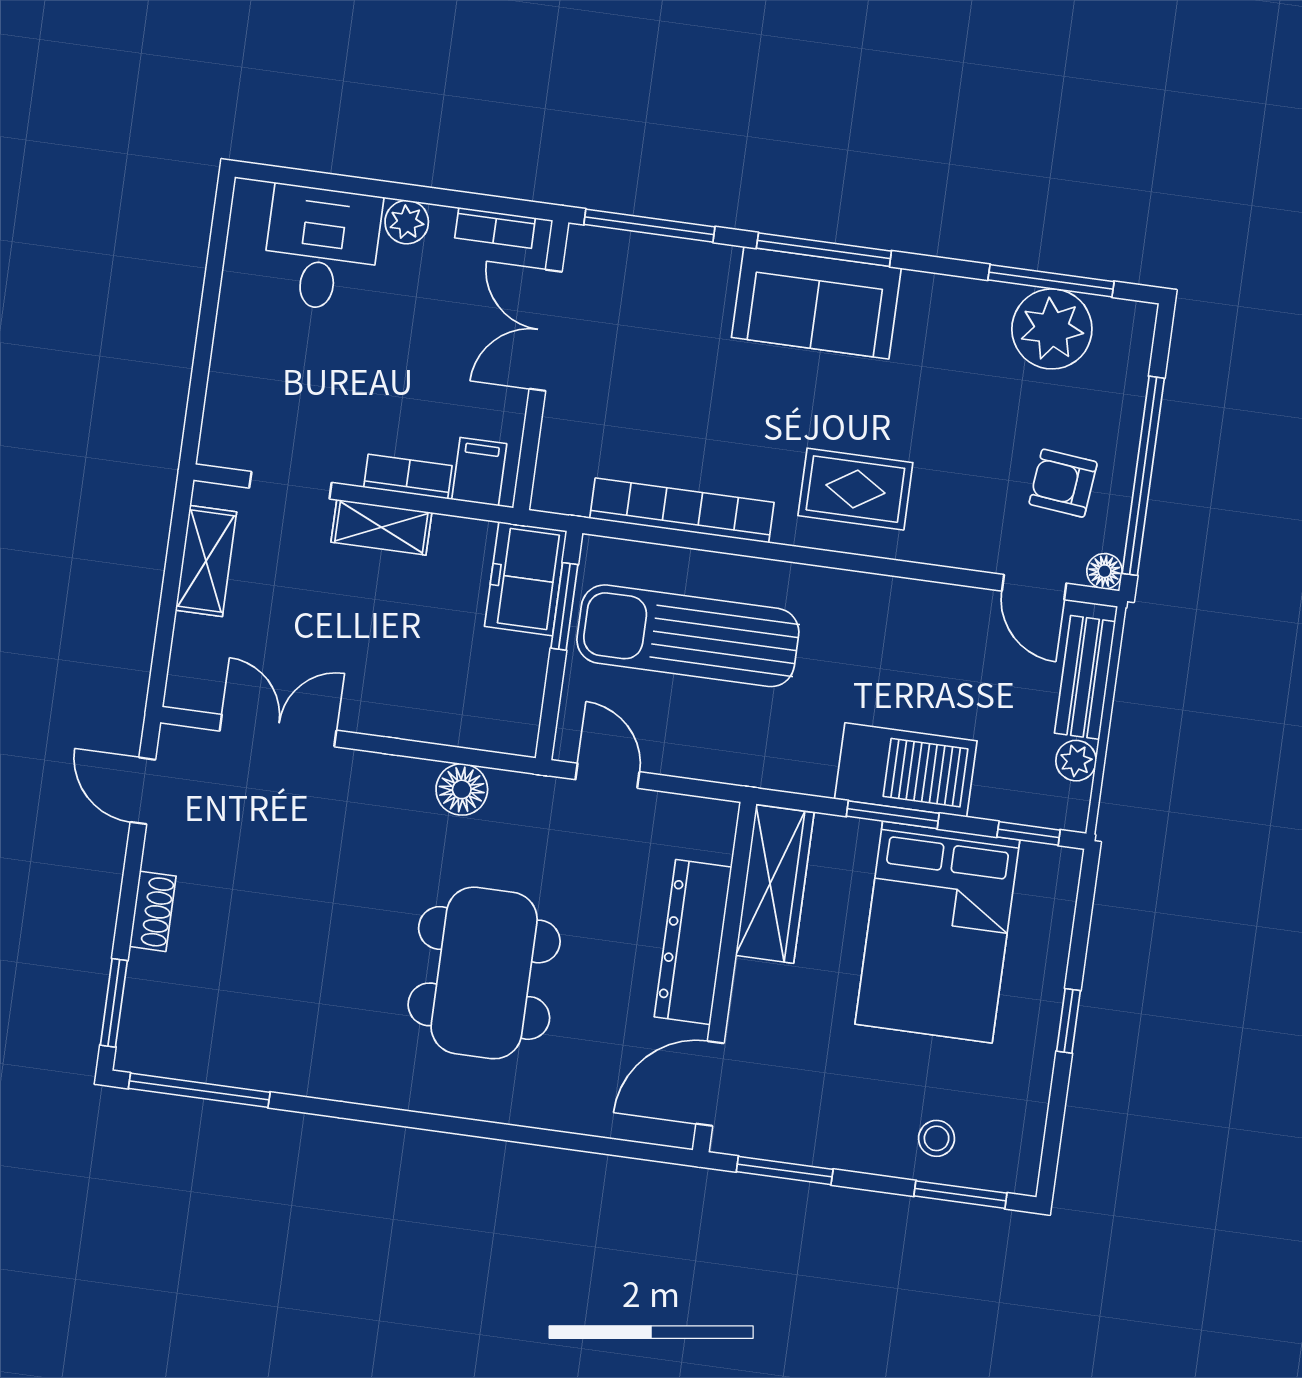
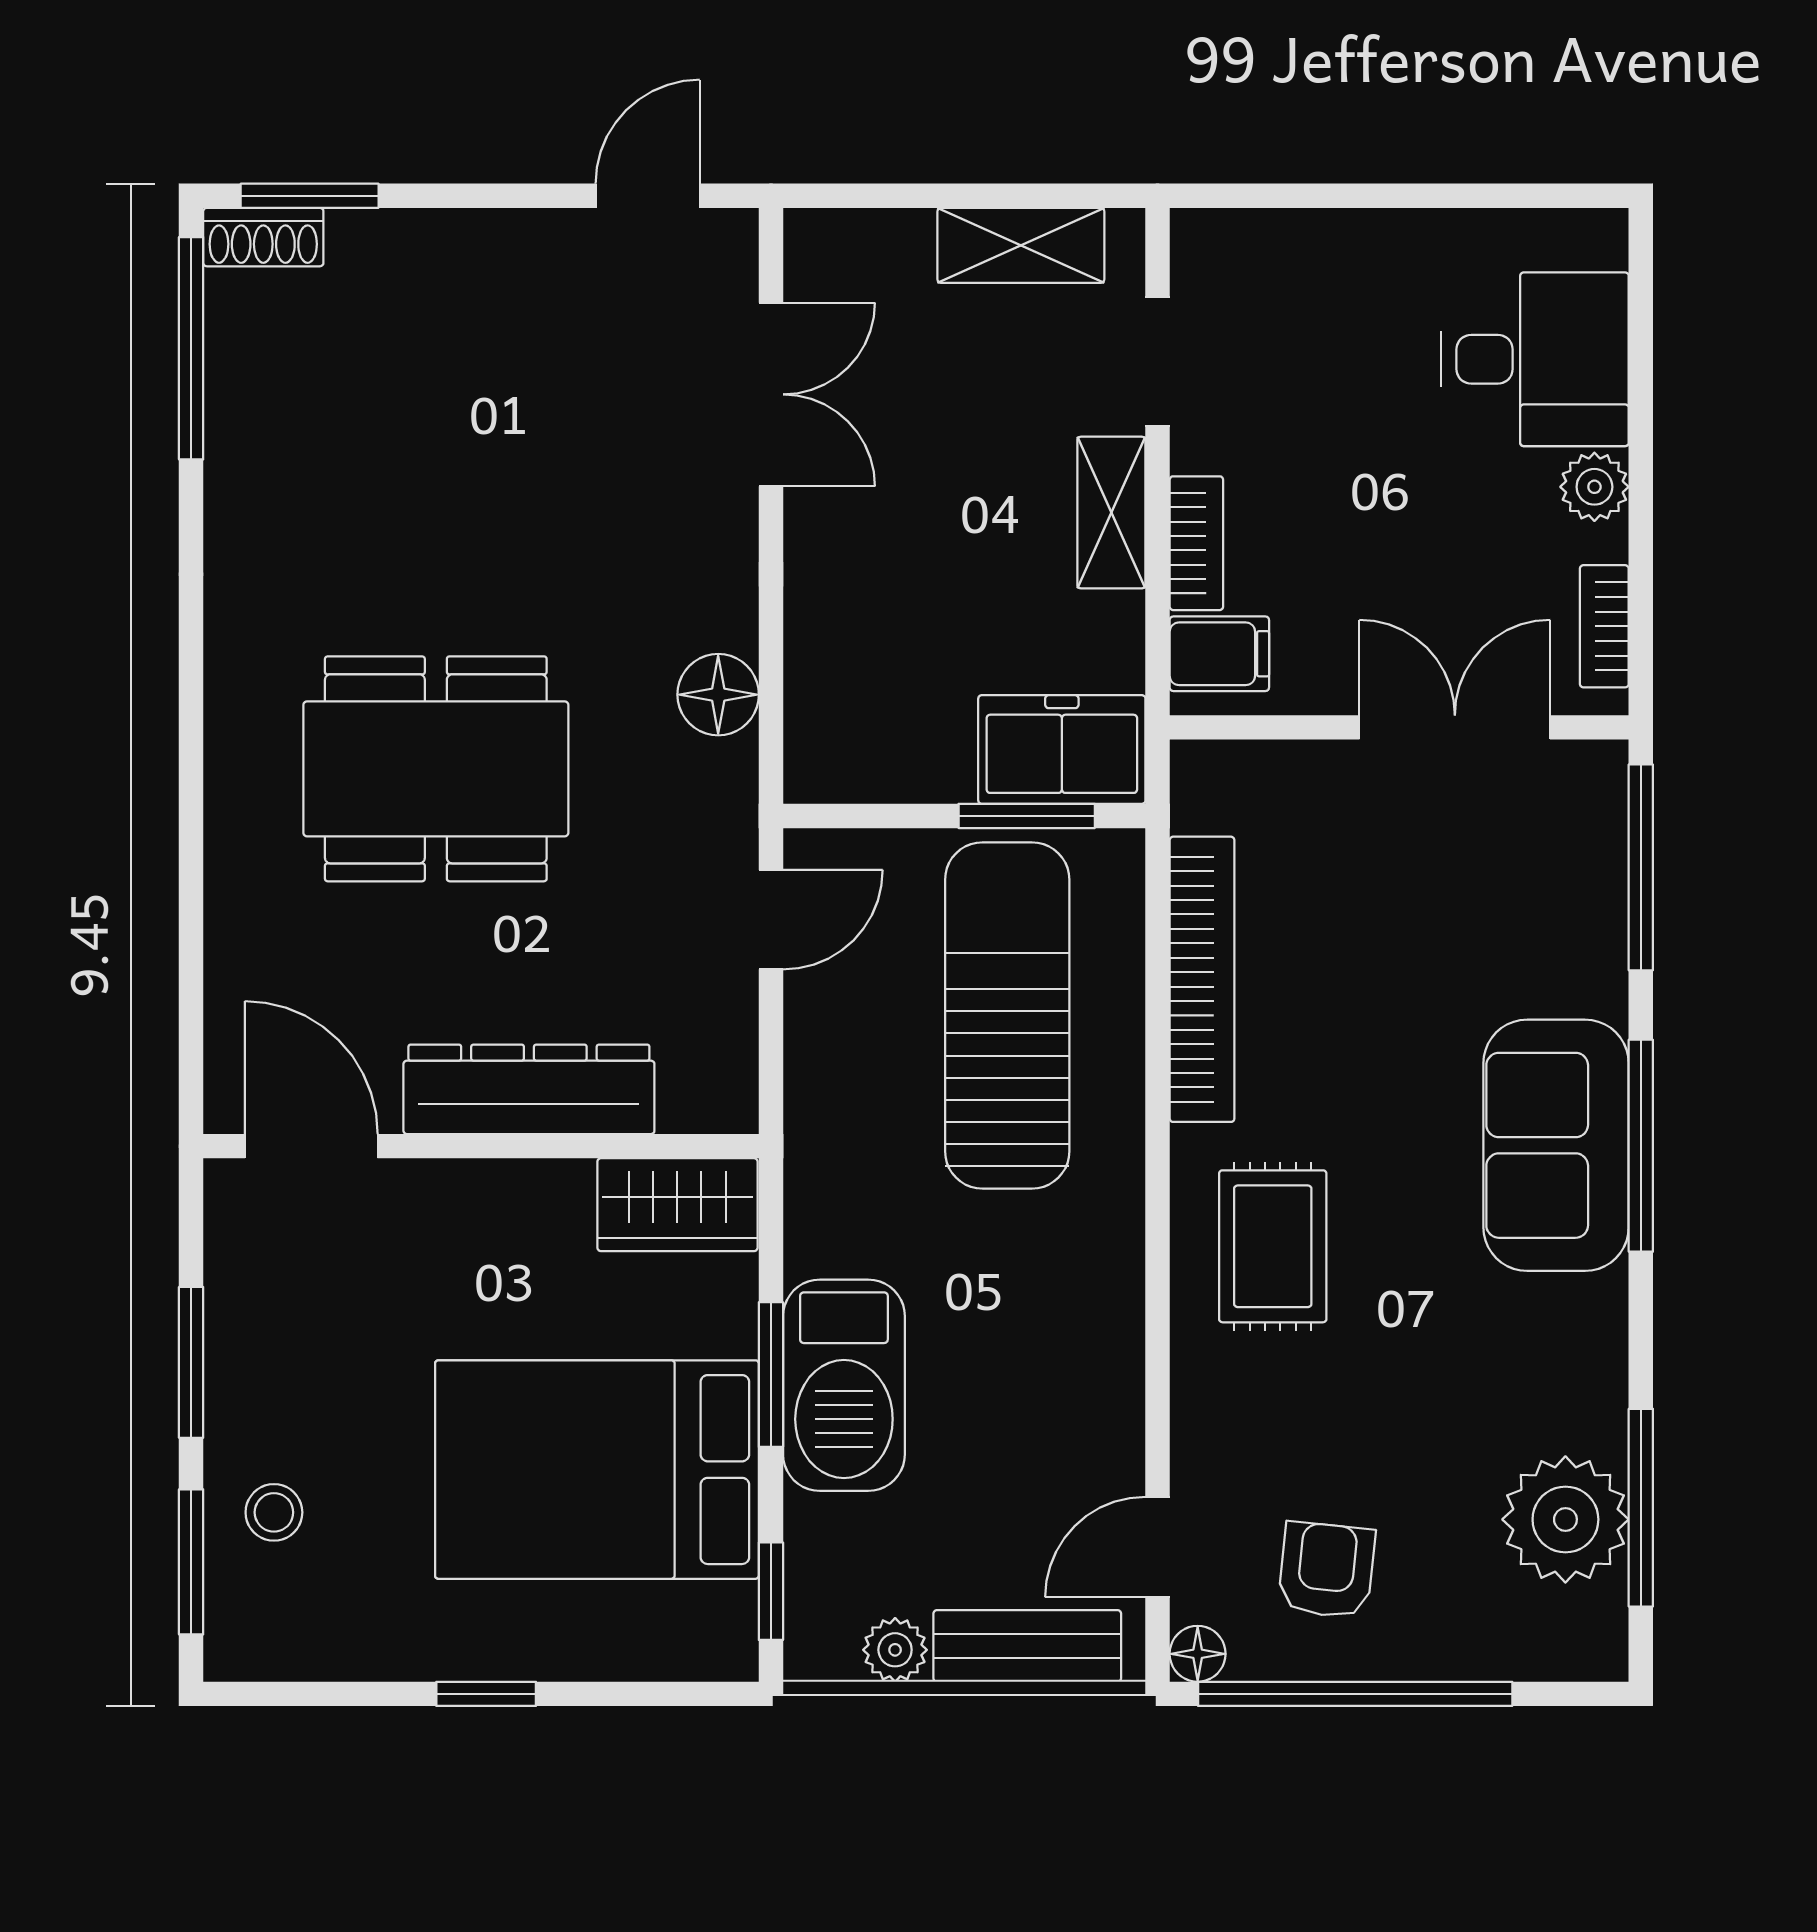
wardrobe: (775, 884) -> (677, 1205), width x0.67
shoe rack: (153, 911) -> (263, 237), moved
window: (785, 1171) -> (191, 1362), moved

